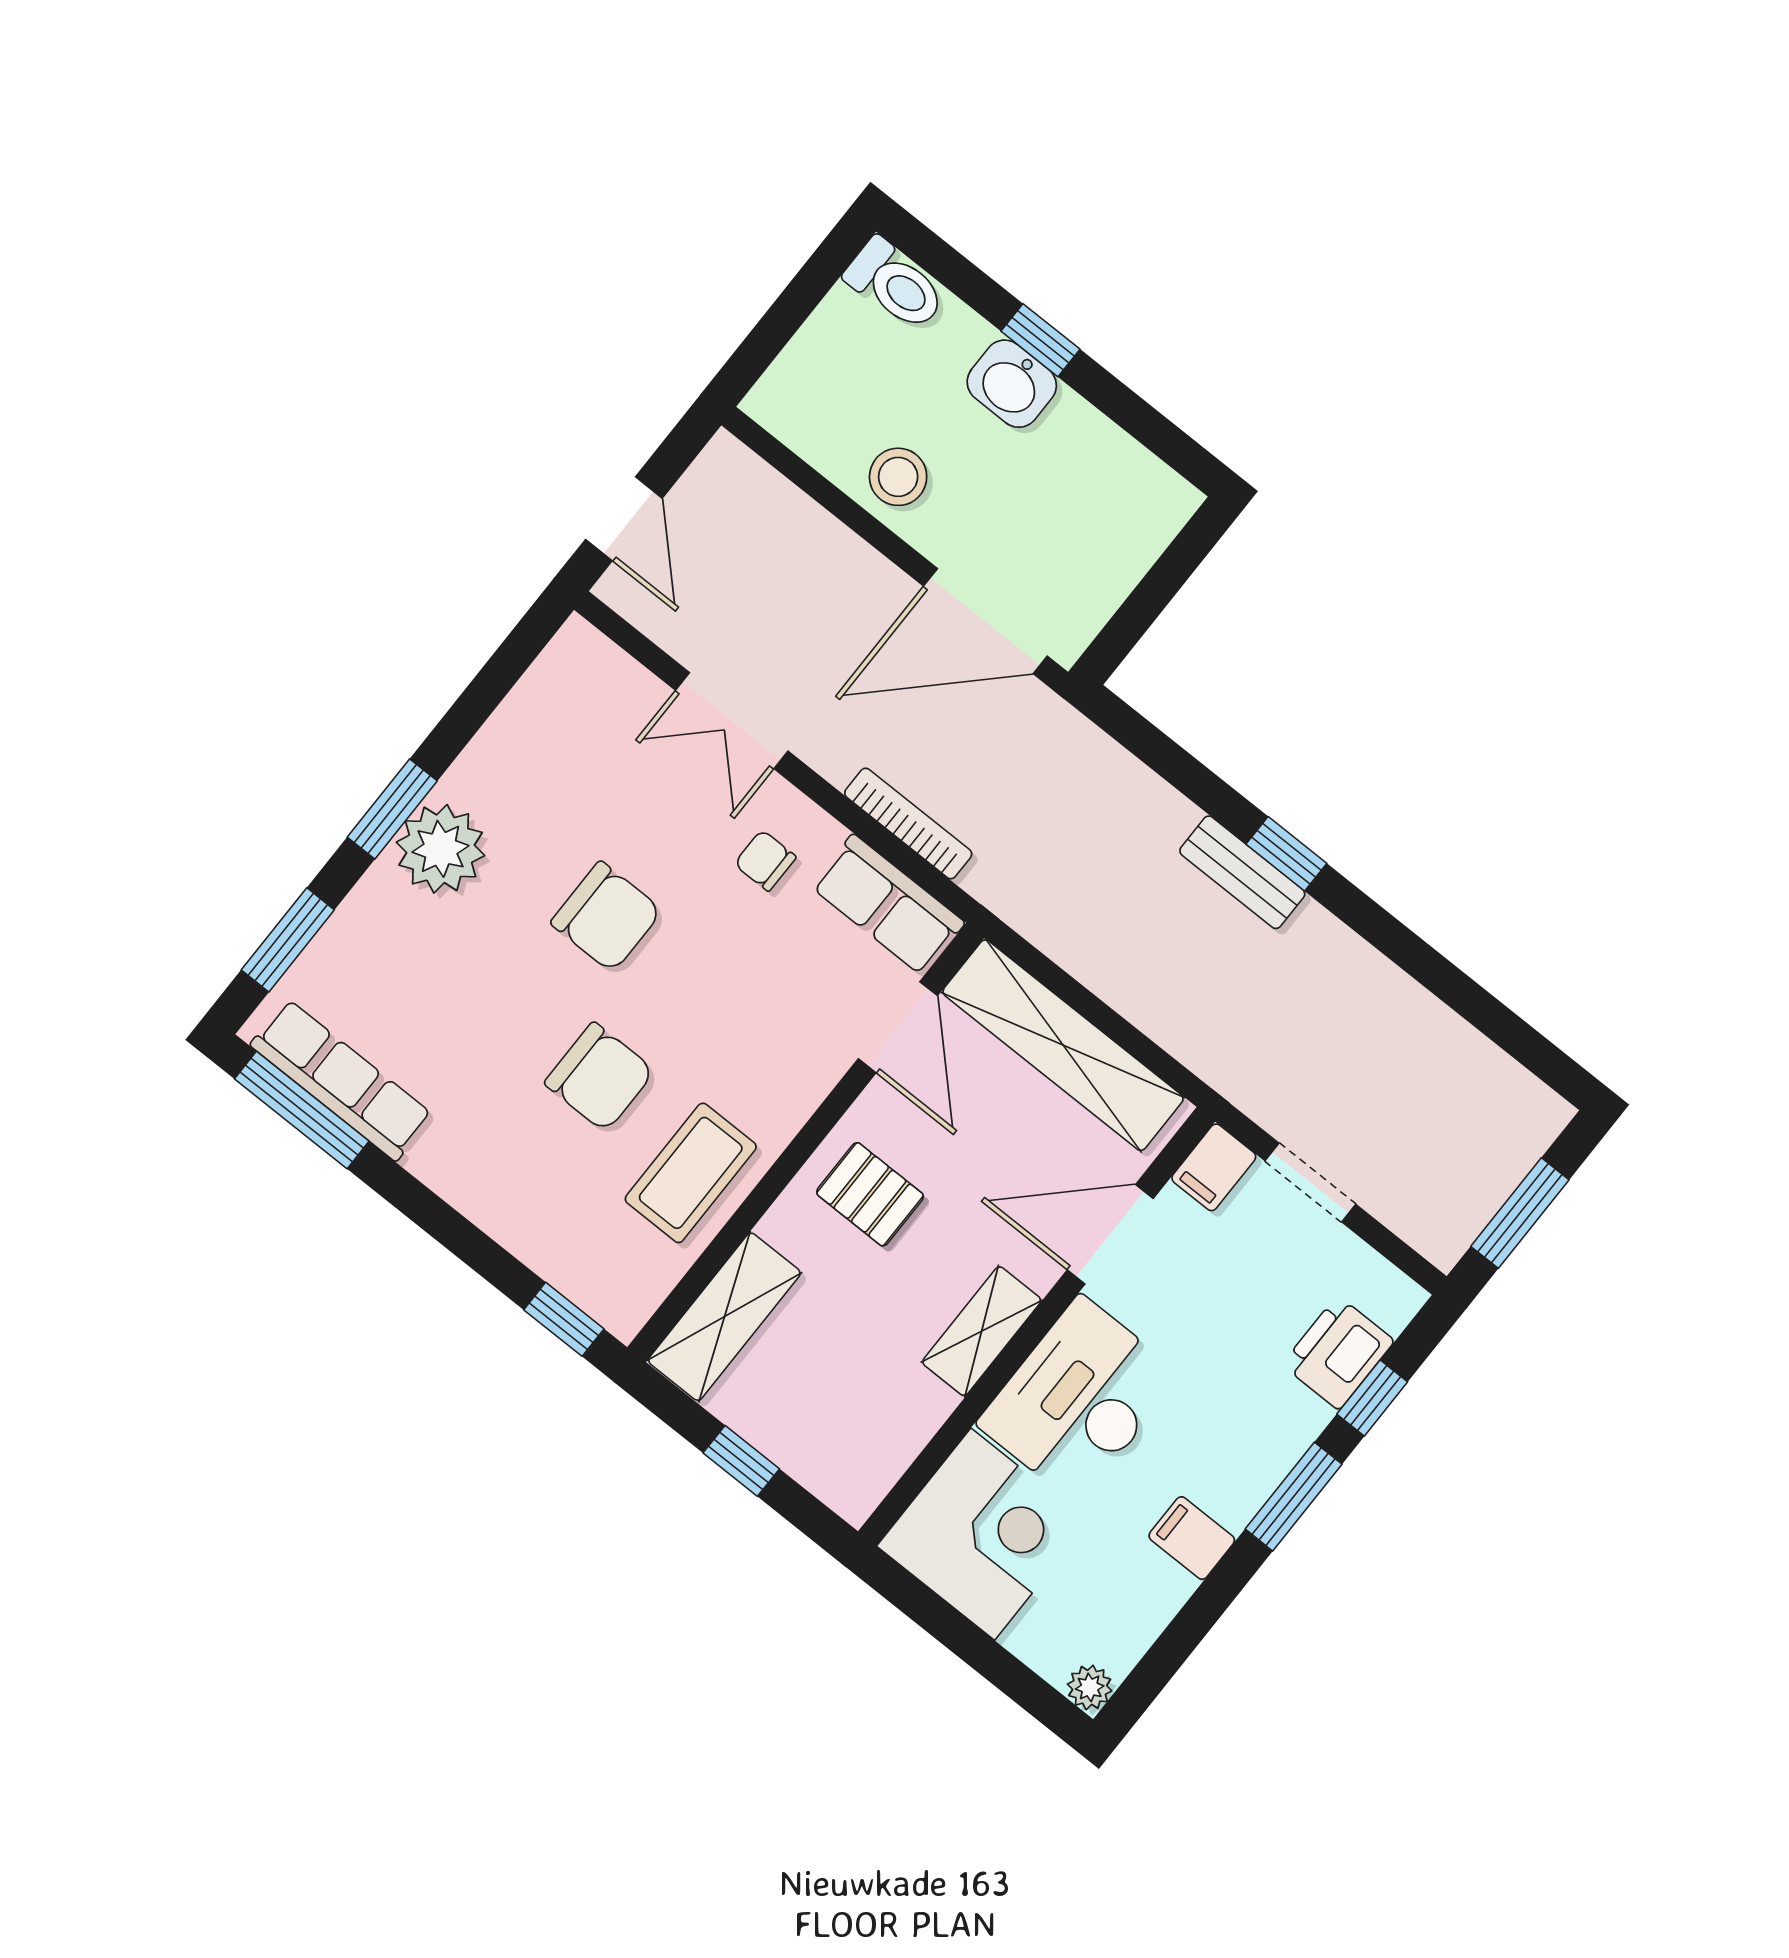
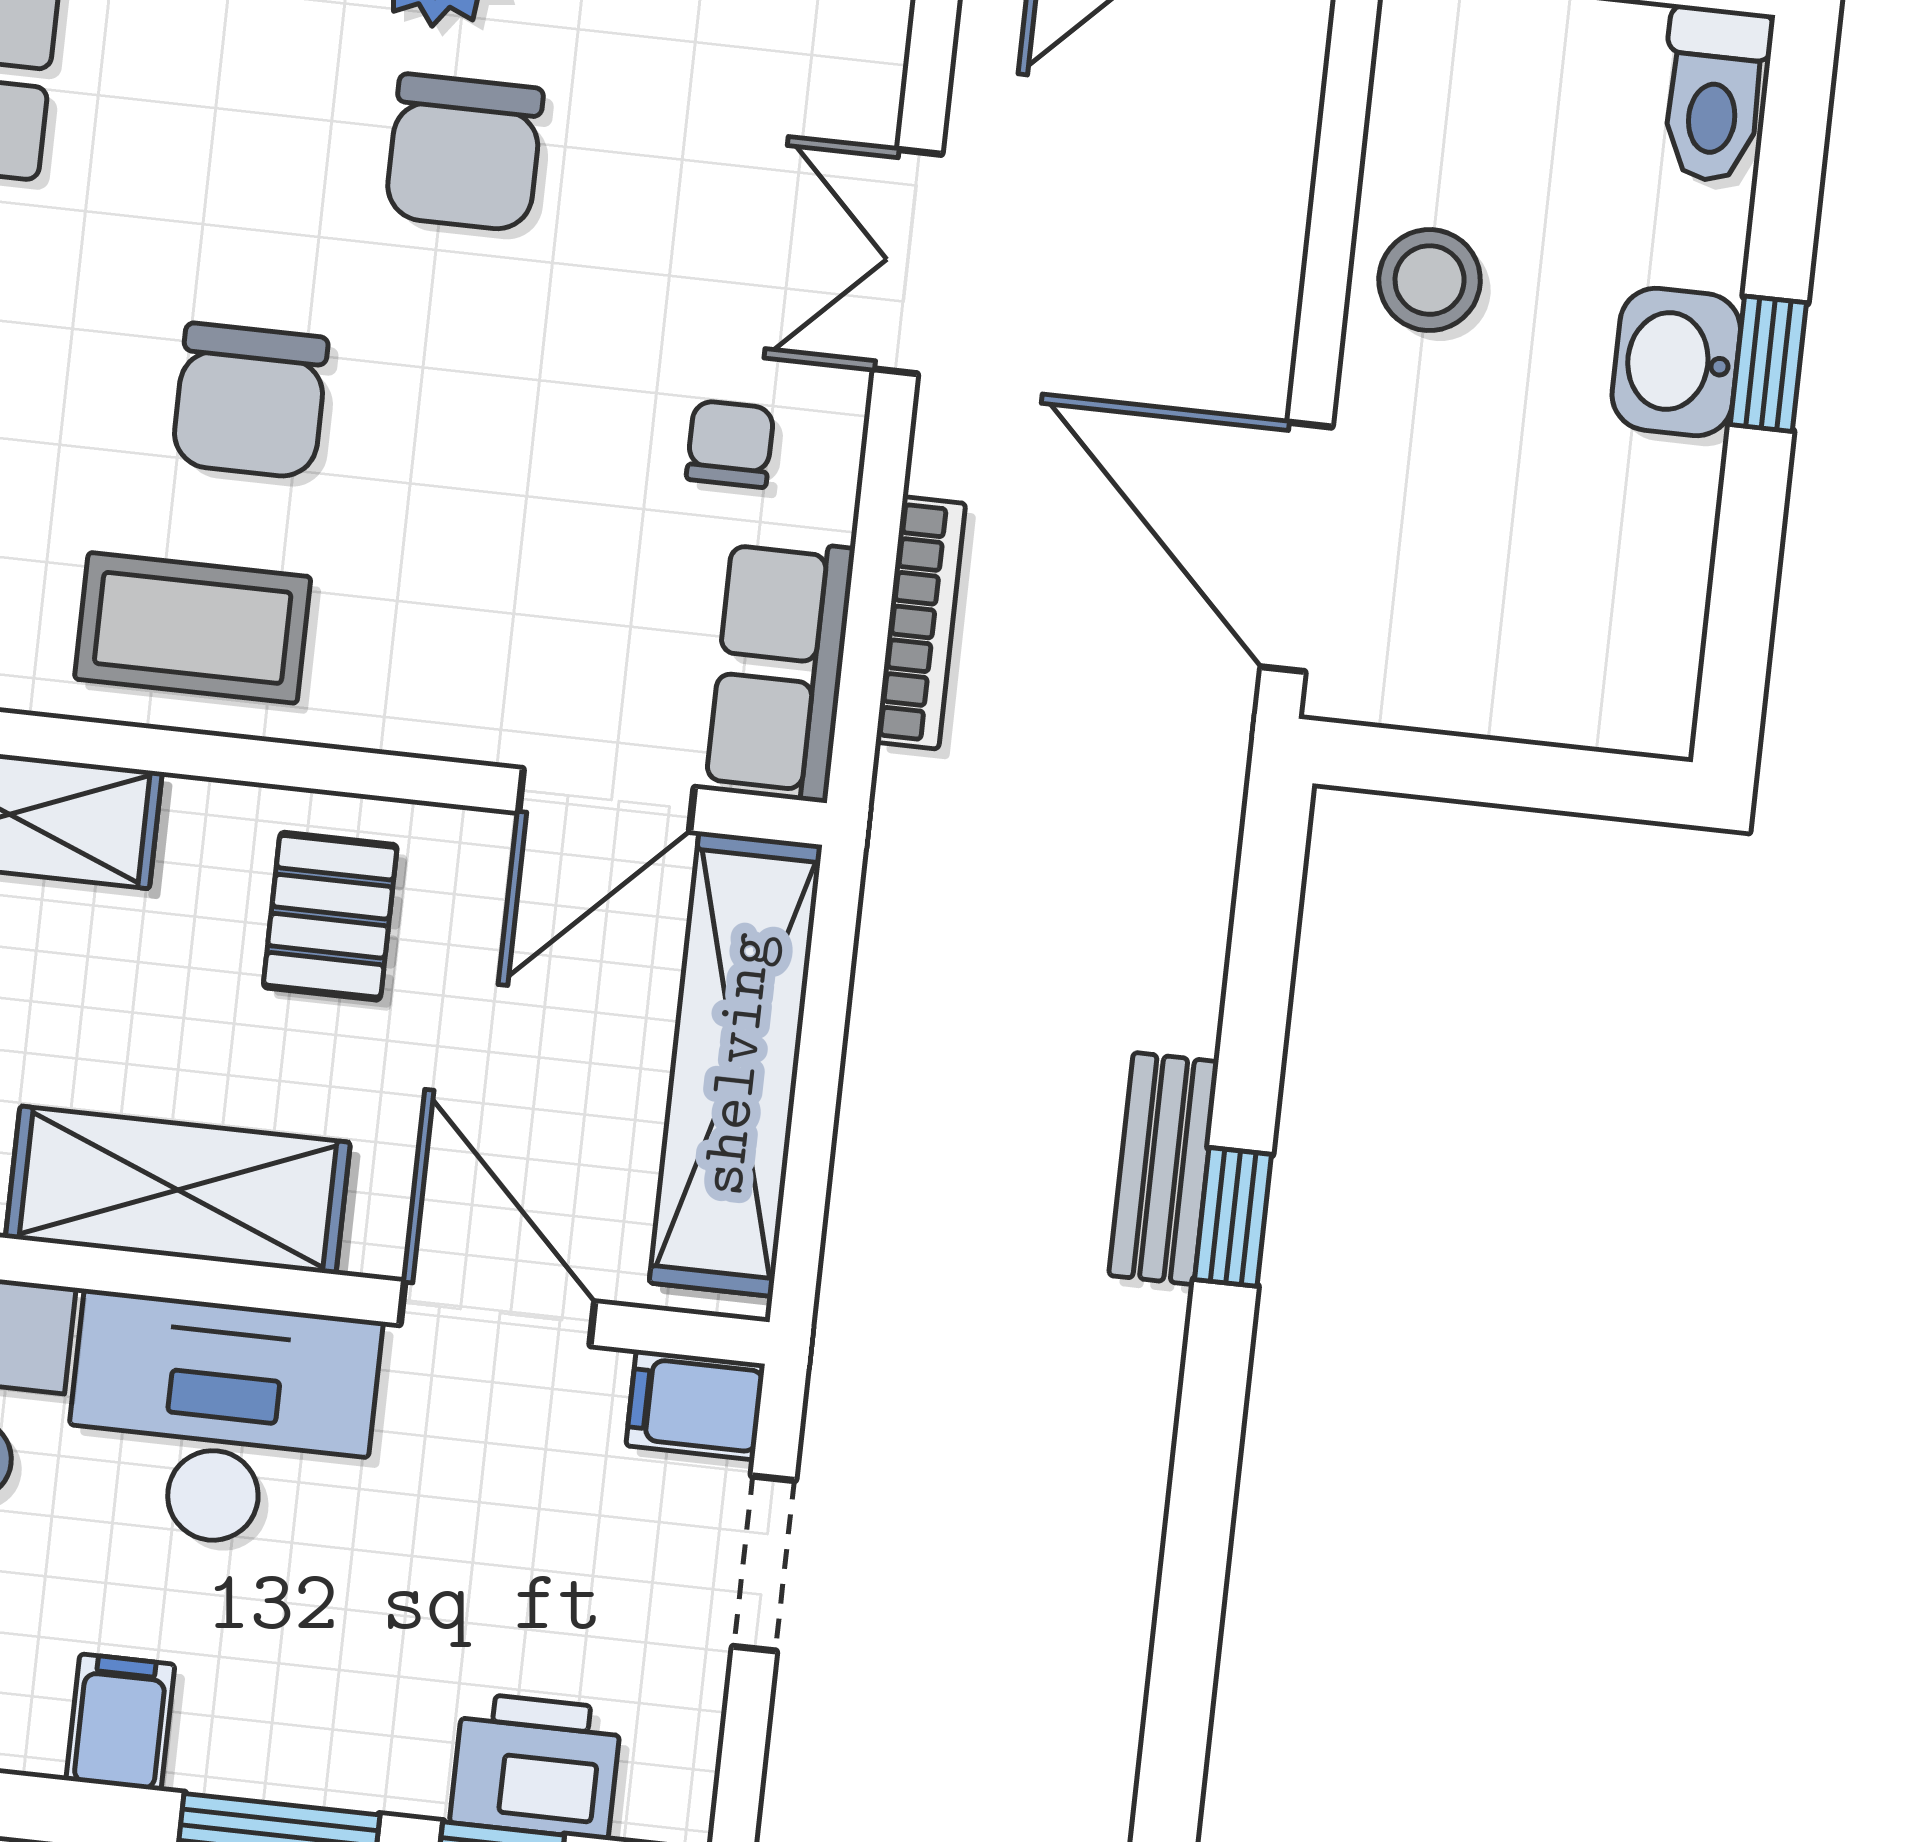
chair: (606, 917) -> (464, 153), moved
shelving: (982, 1331) -> (178, 1190), width x1.50, depth x1.33

